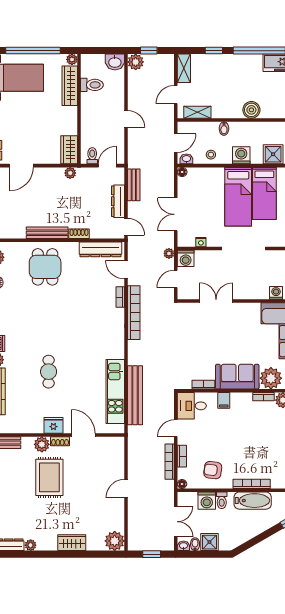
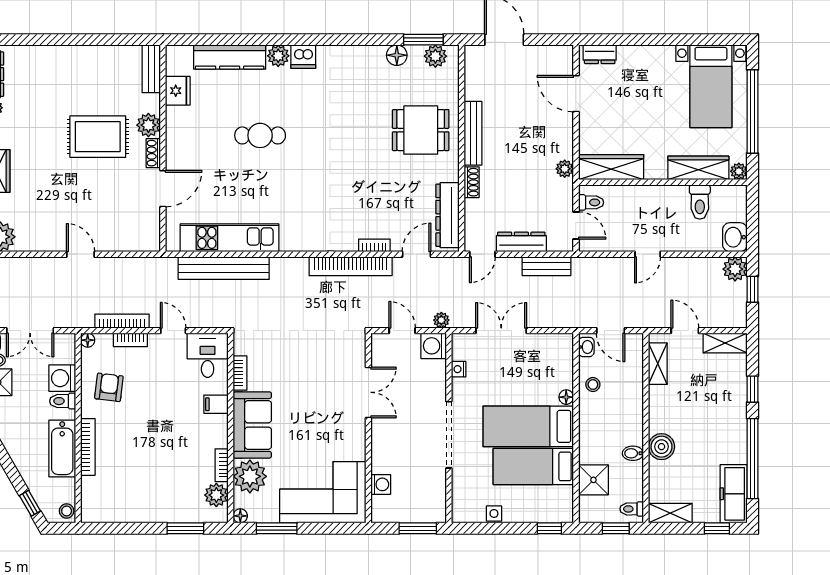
bidet: (224, 129) -> (633, 453), moved
wardrobe: (69, 150) -> (611, 167), width x1.50
washing machine: (241, 155) -> (592, 431), removed
floor lamp: (182, 172) -> (566, 397), moved
fridge: (53, 425) -> (178, 91), moved

